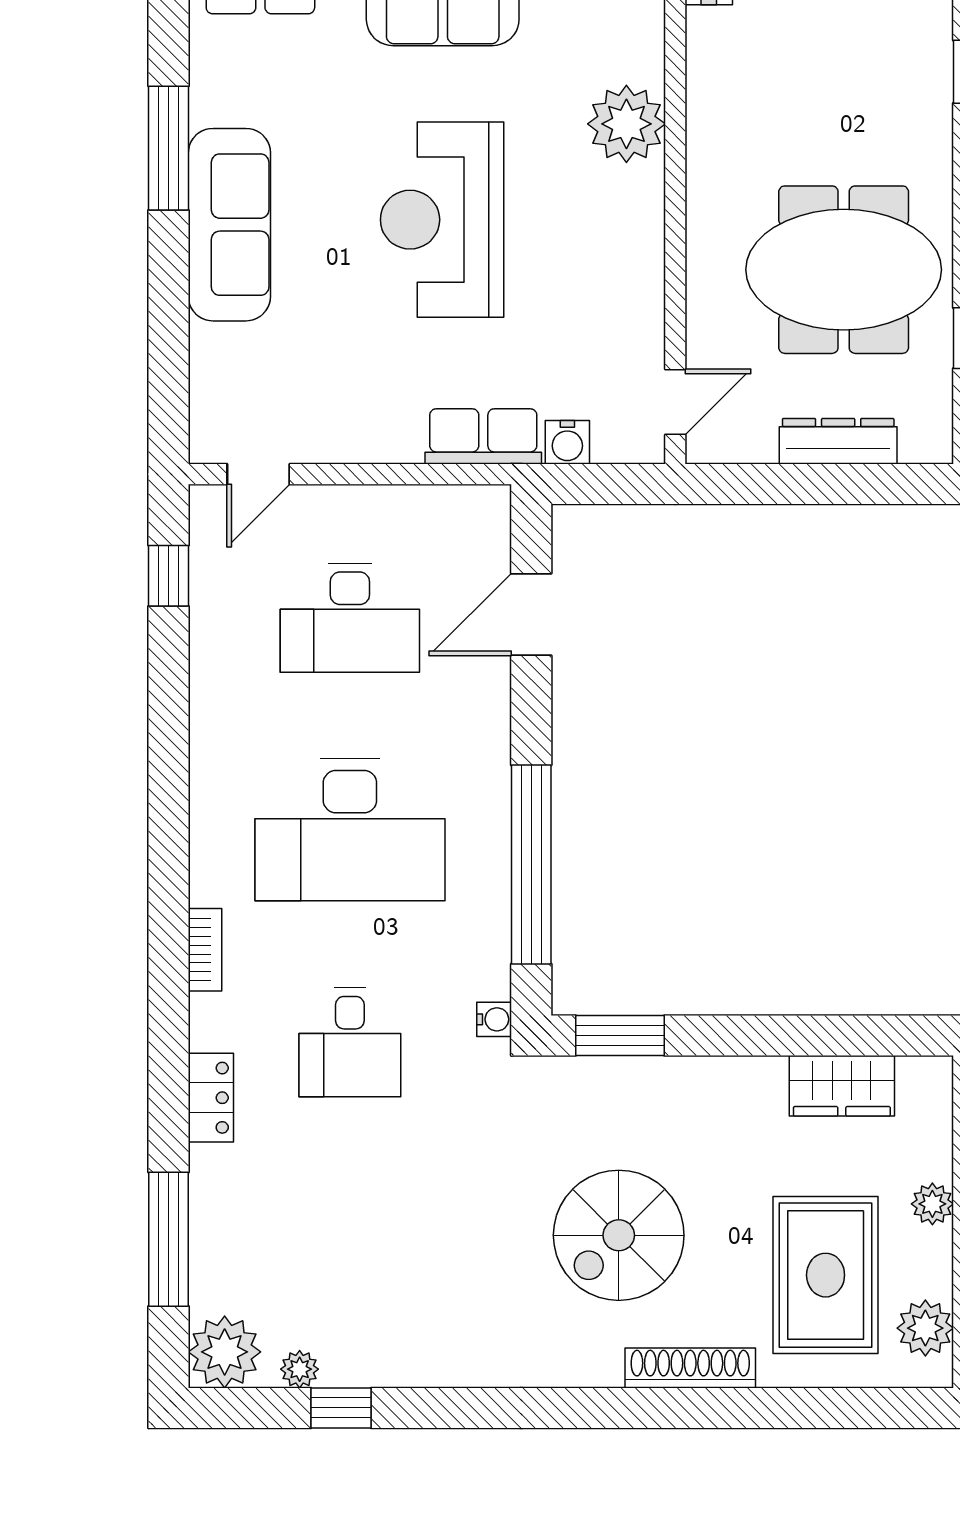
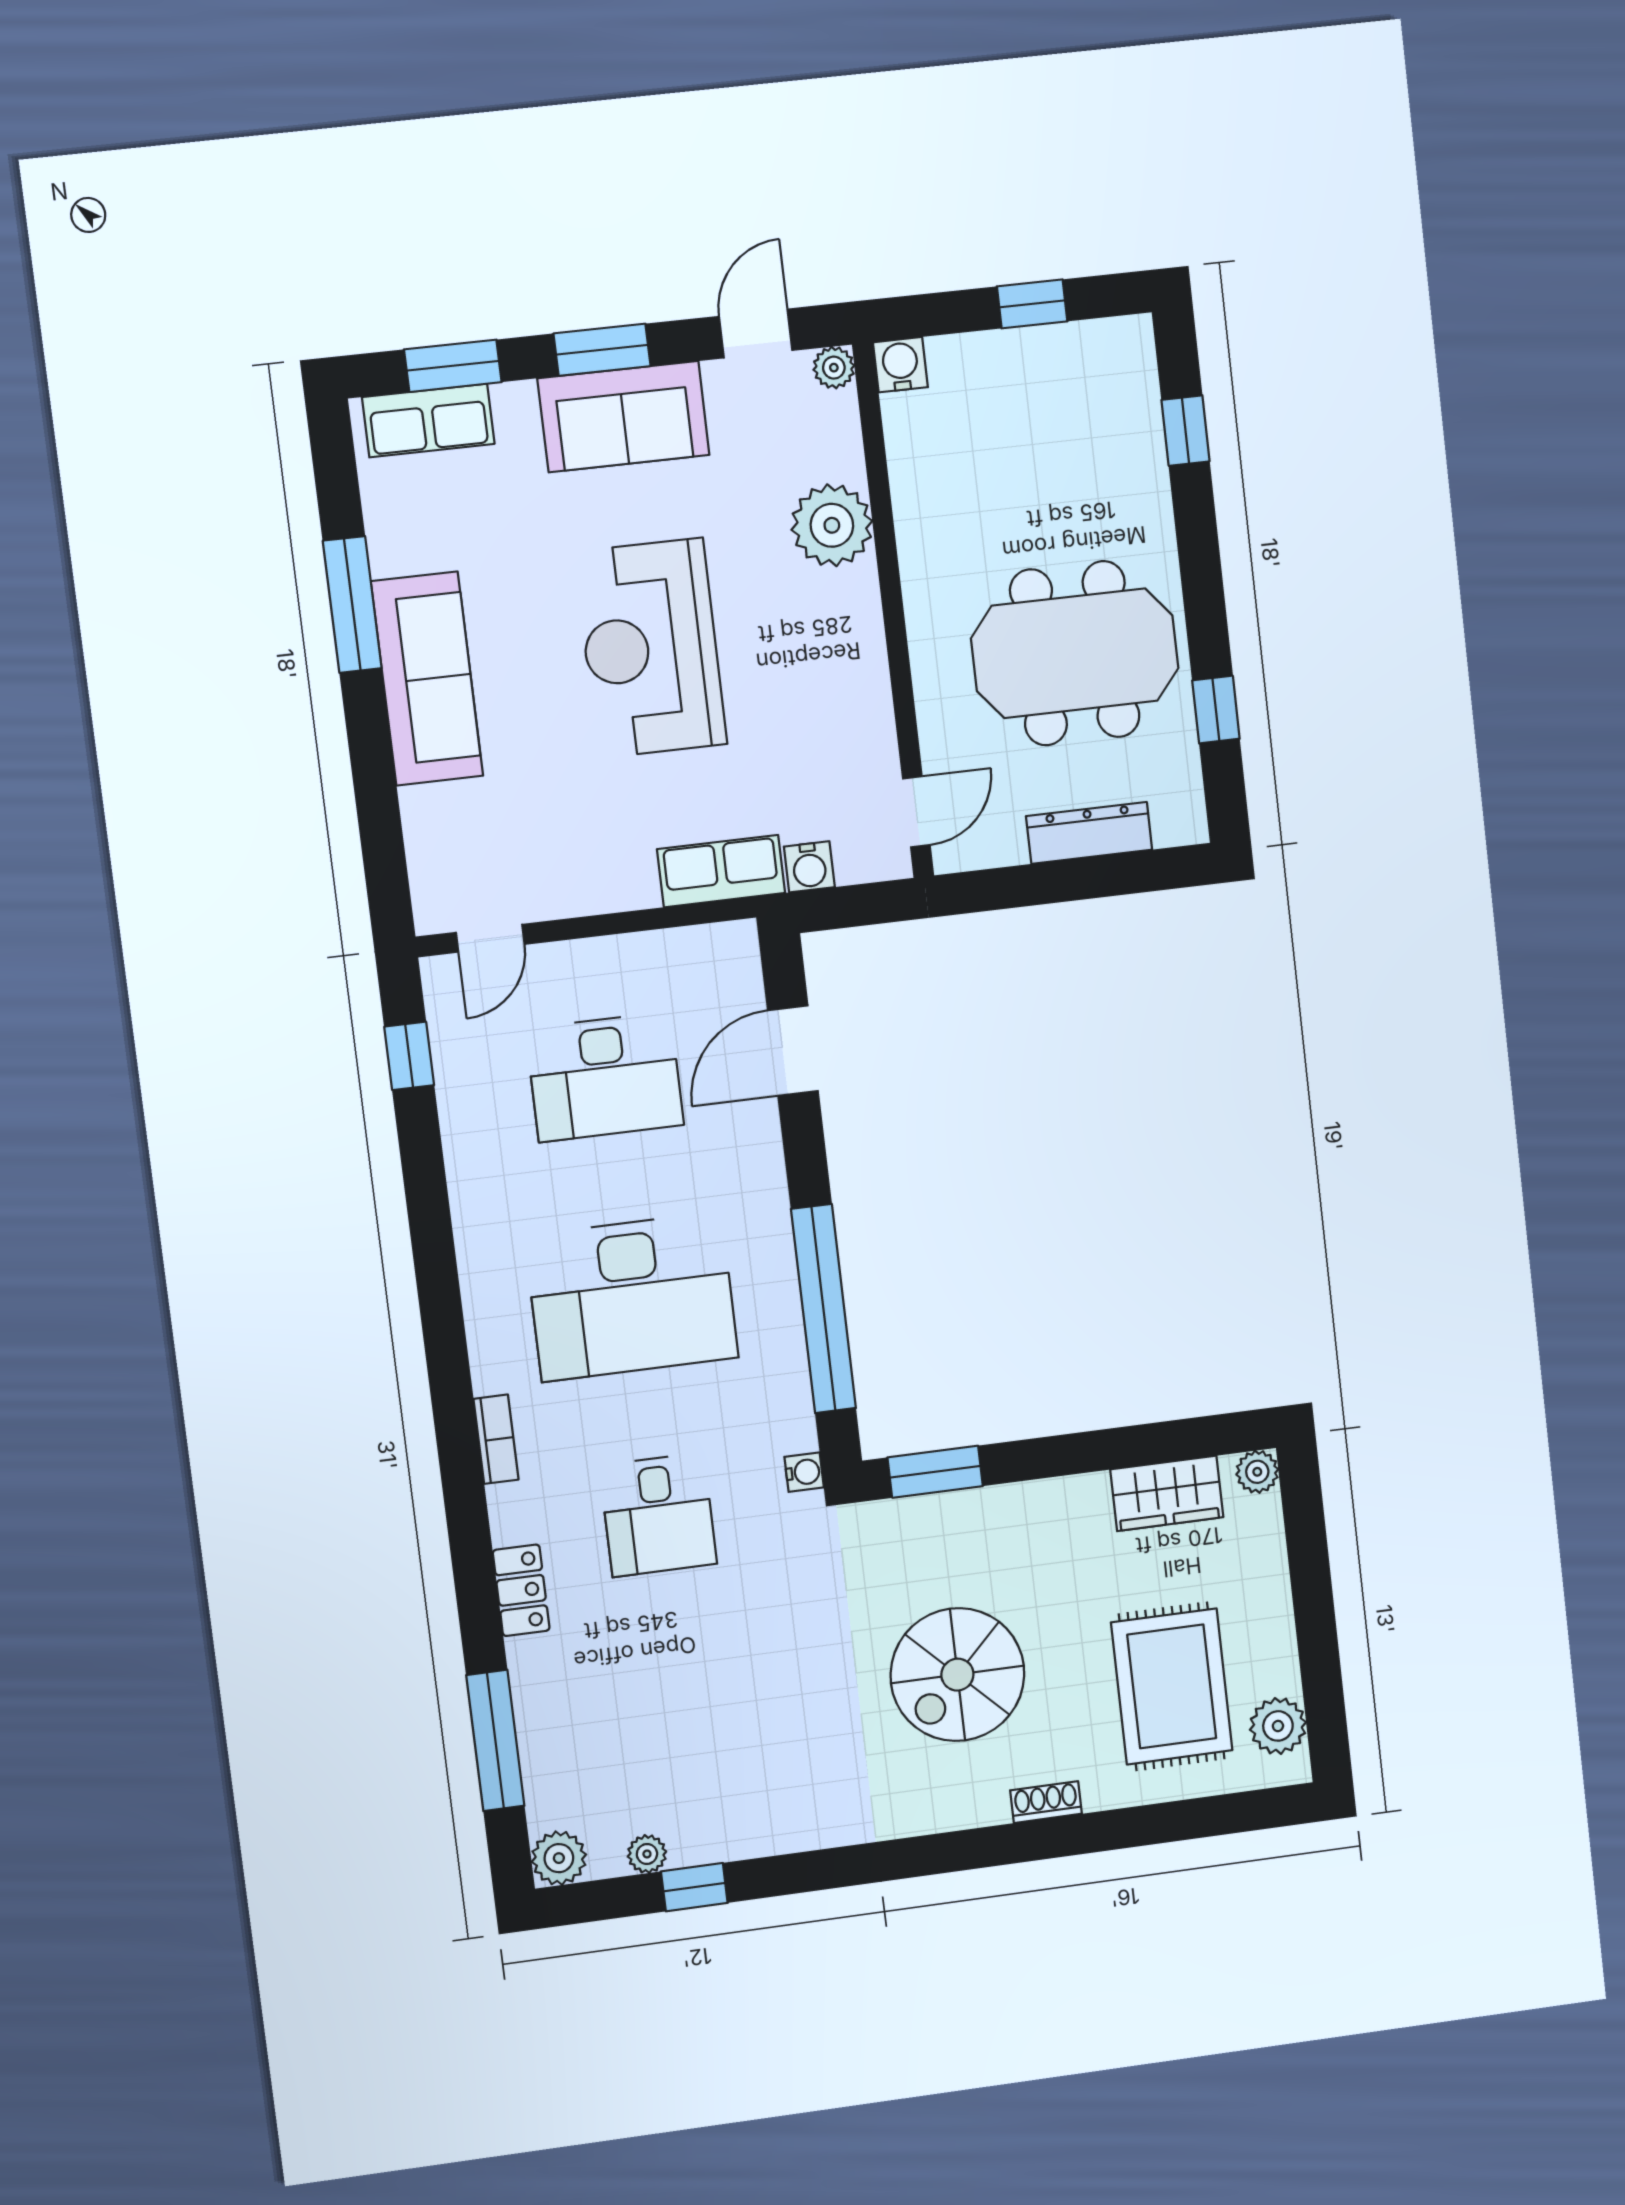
plant: (932, 1204) -> (1257, 1472), moved
plant: (225, 1352) -> (559, 1858), width x0.73, depth x0.73
shoe rack: (690, 1368) -> (1046, 1802), width x0.51, depth x0.81

